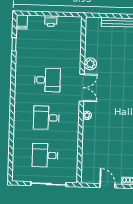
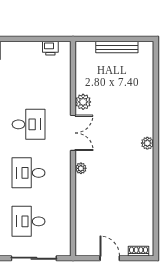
printer: (51, 21) -> (50, 48), moved

